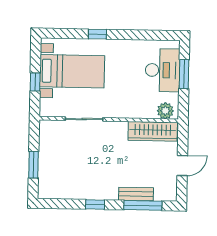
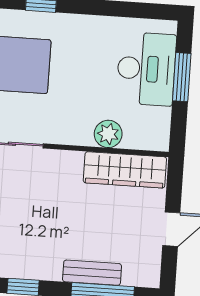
plant: (165, 111) -> (108, 134), moved

